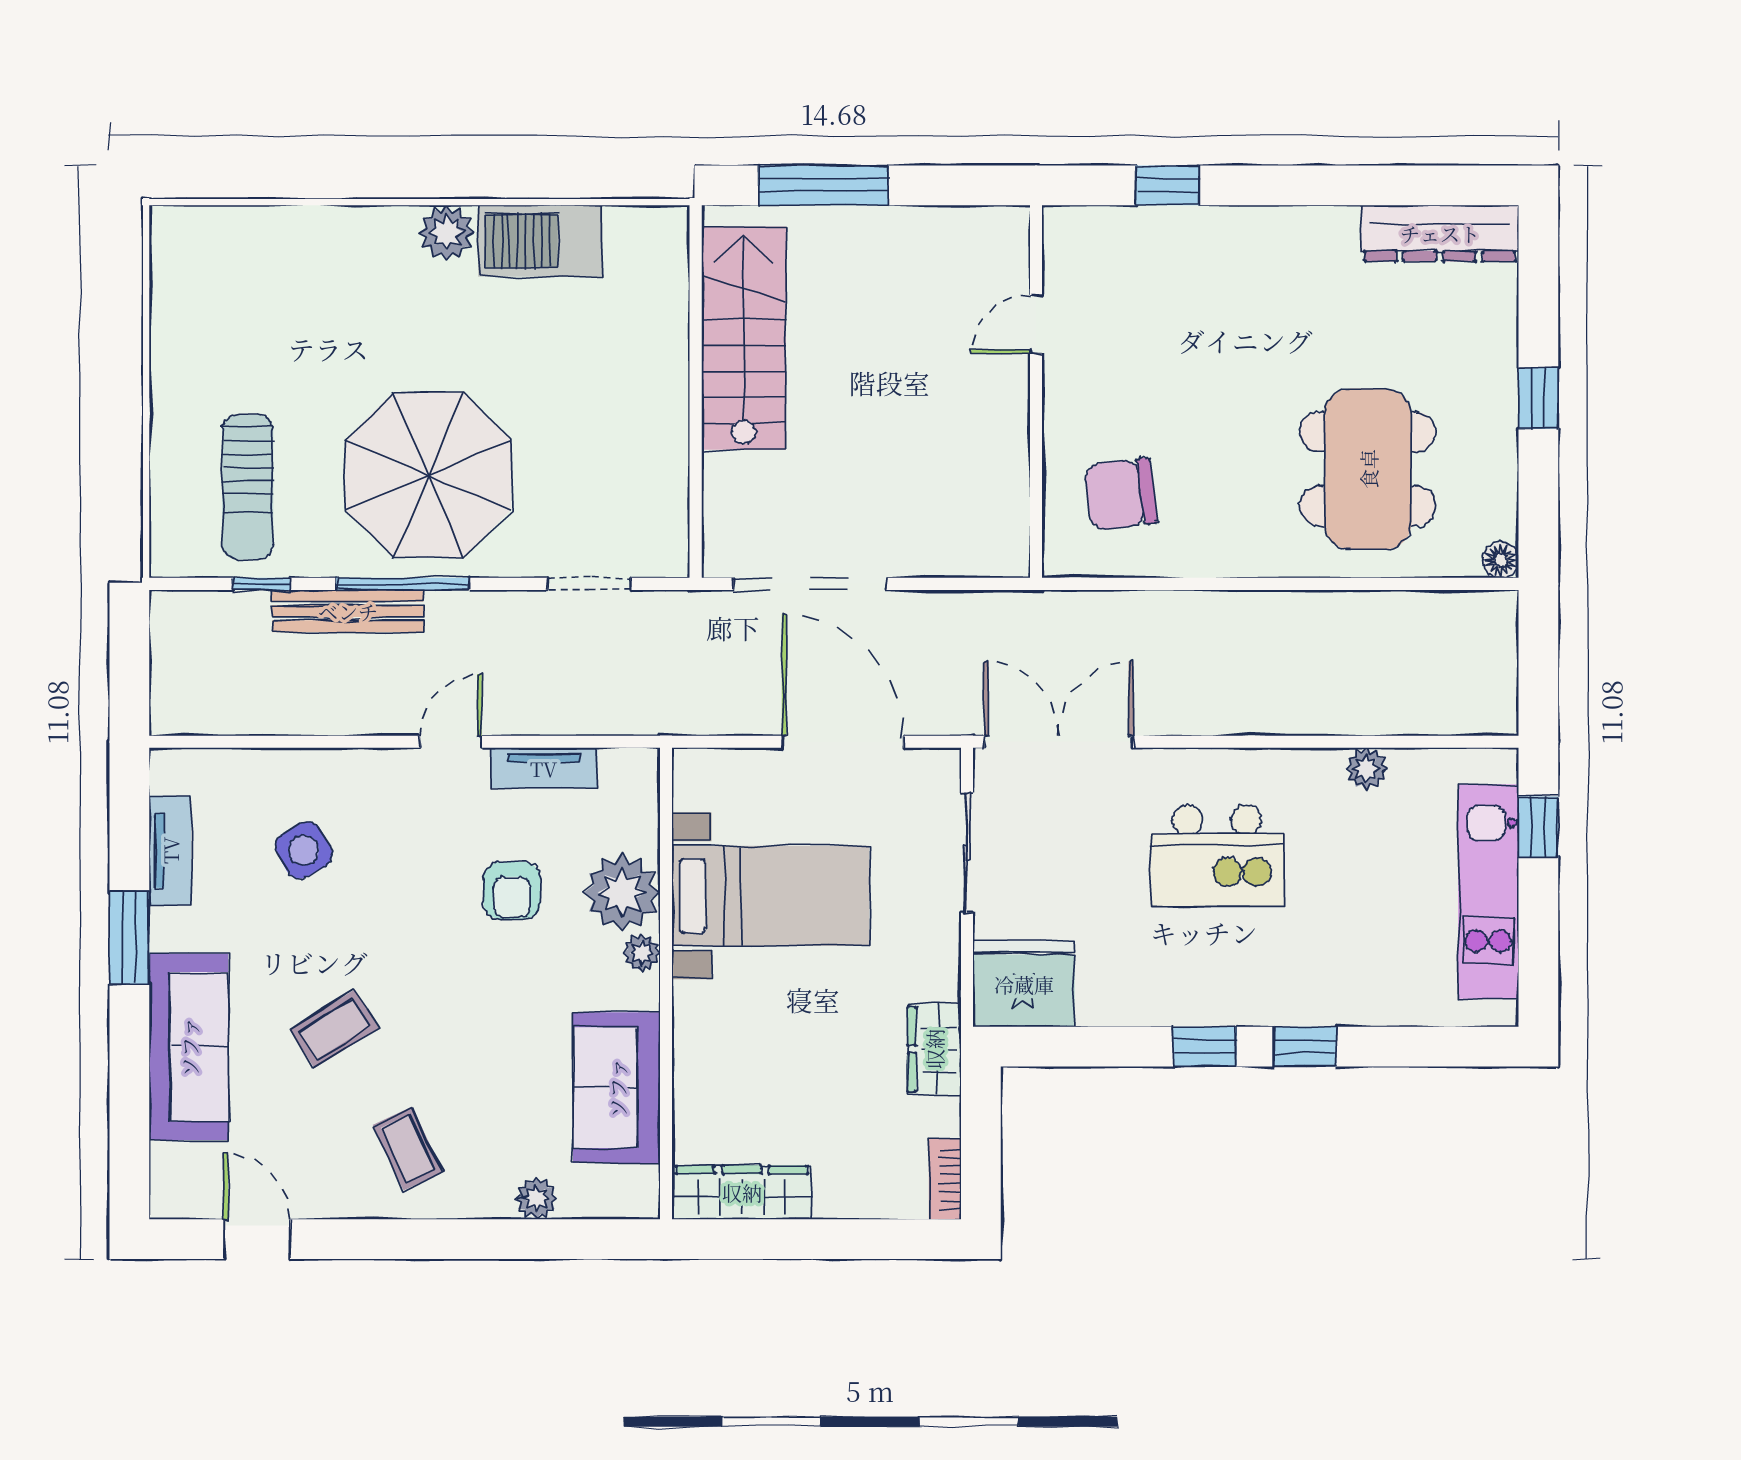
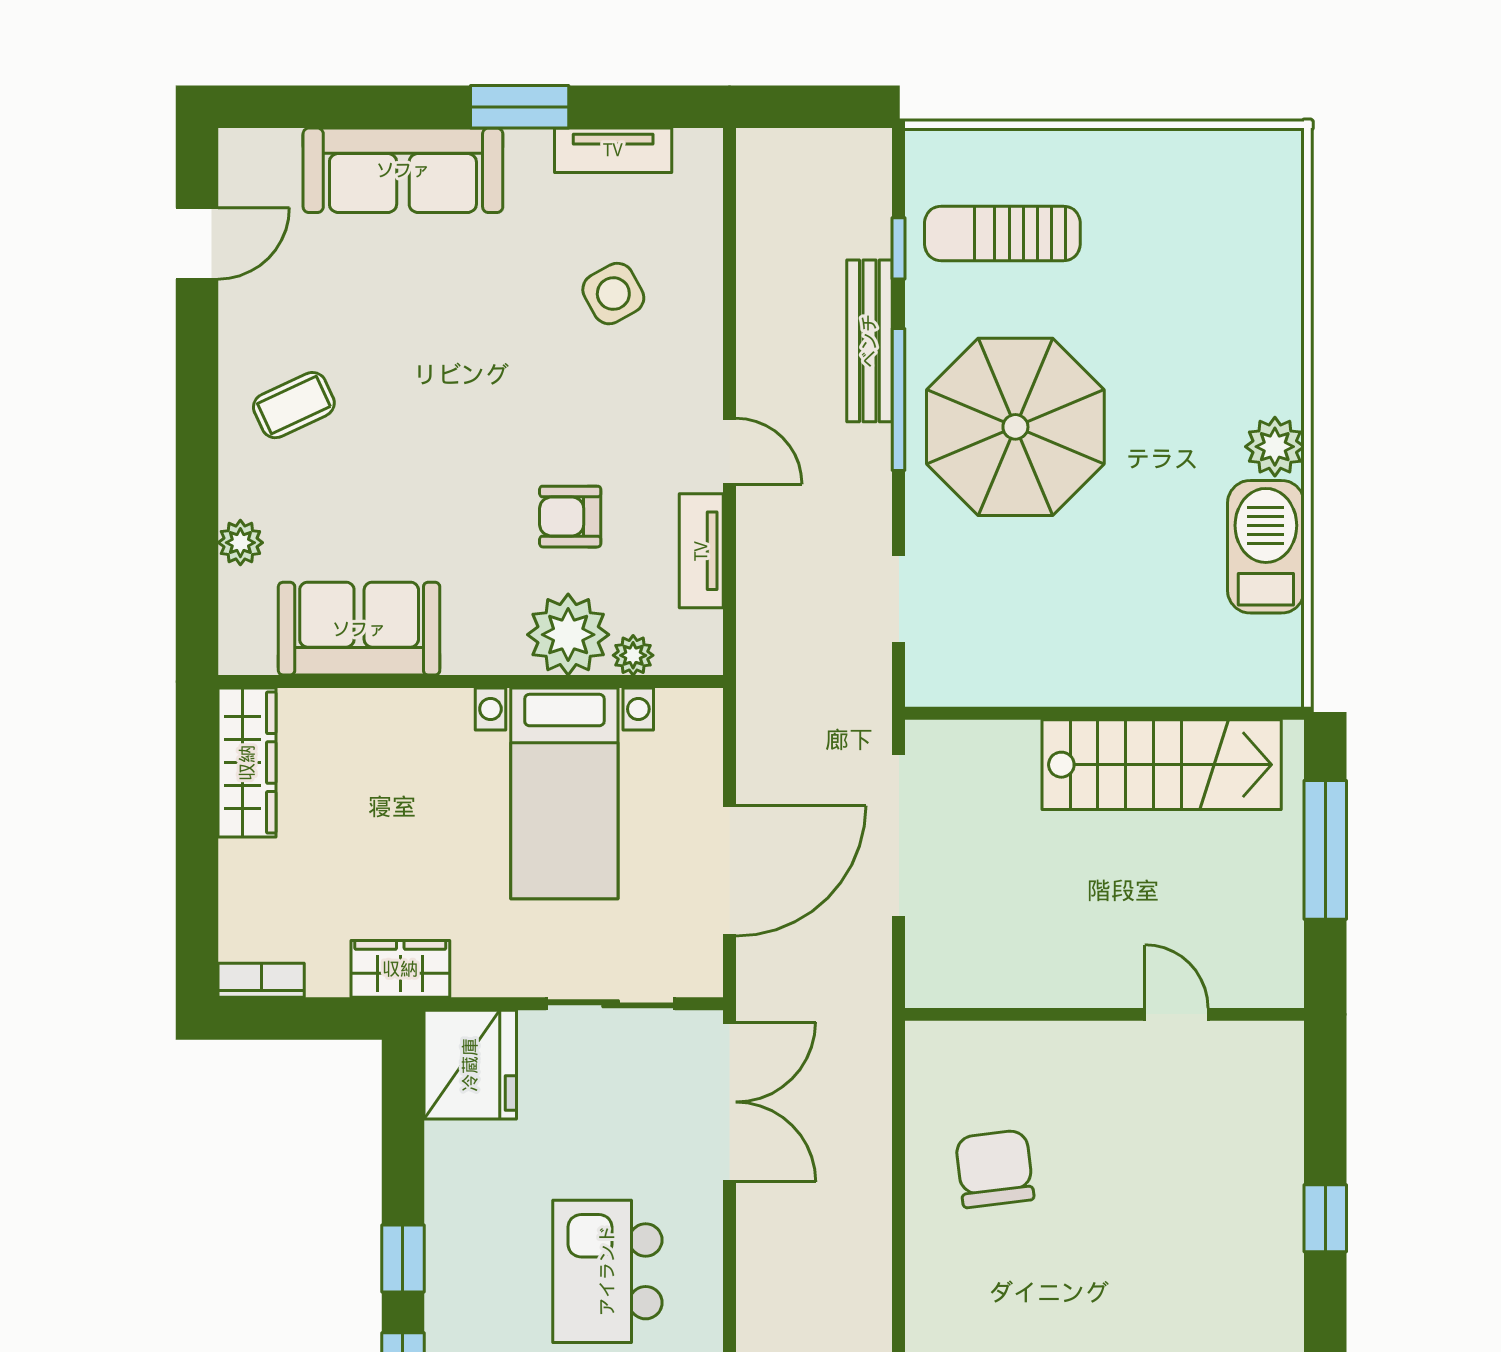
door: (1036, 324) -> (1177, 1014), moved
wall: (1036, 392) -> (1105, 1014), moved
plant: (641, 953) -> (633, 655), moved
coffee table: (335, 1029) -> (422, 327), removed

